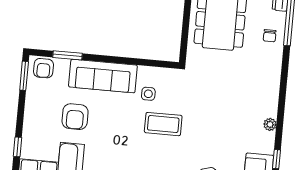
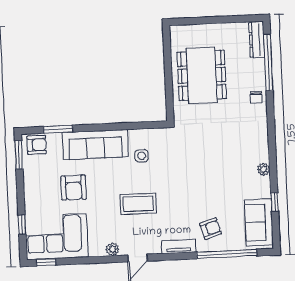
chair: (270, 36) -> (256, 97), moved
armchair: (43, 68) -> (37, 145), turned -90
coffee table: (163, 124) -> (138, 204), moved

